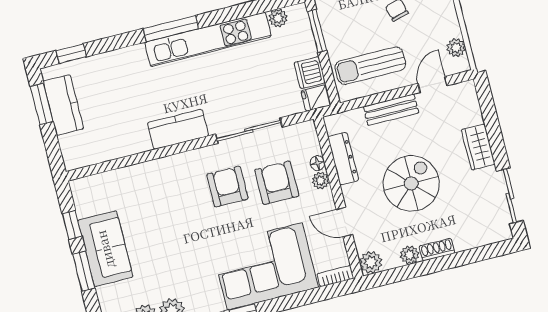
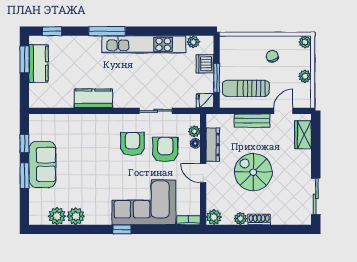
window: (171, 29) -> (107, 31), moved
window: (317, 31) -> (217, 78), moved
plant: (456, 48) -> (305, 76), moved
dishwasher: (310, 73) -> (205, 64), moved
kitchen counter: (178, 129) -> (93, 98), moved
sliding door: (249, 131) -> (156, 111), width x0.73
wardrobe: (478, 147) -> (303, 135), moved
plant: (320, 181) -> (194, 131), moved
spiral stairs: (411, 183) -> (253, 172), turned -90
door: (344, 222) -> (203, 173), moved

